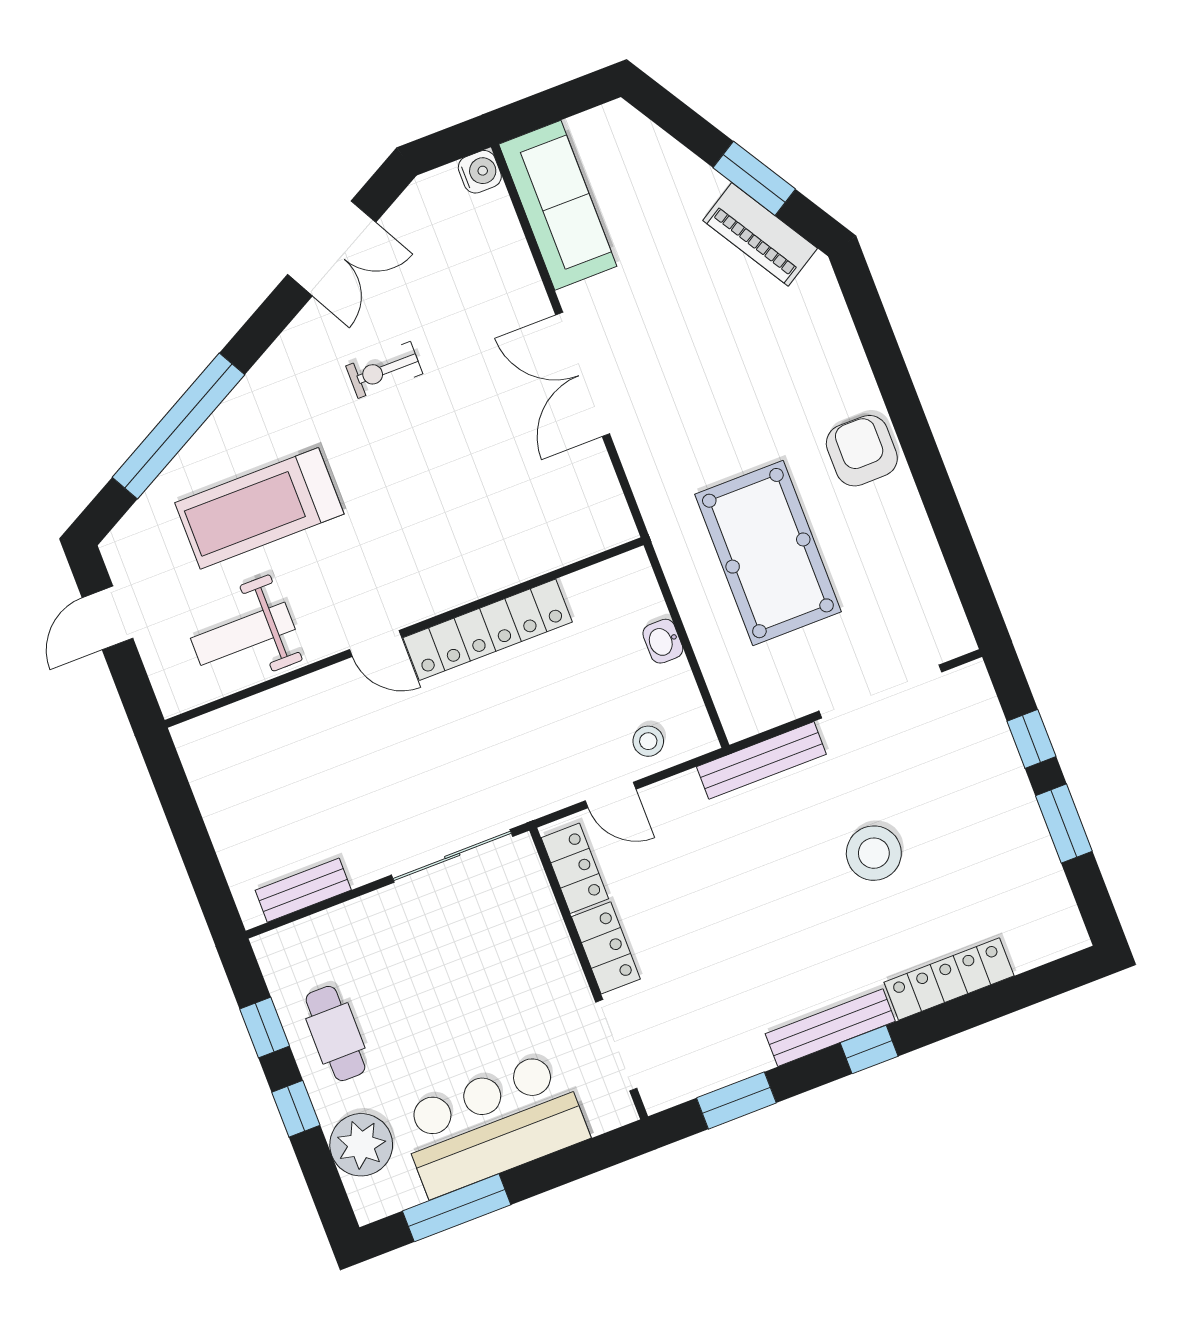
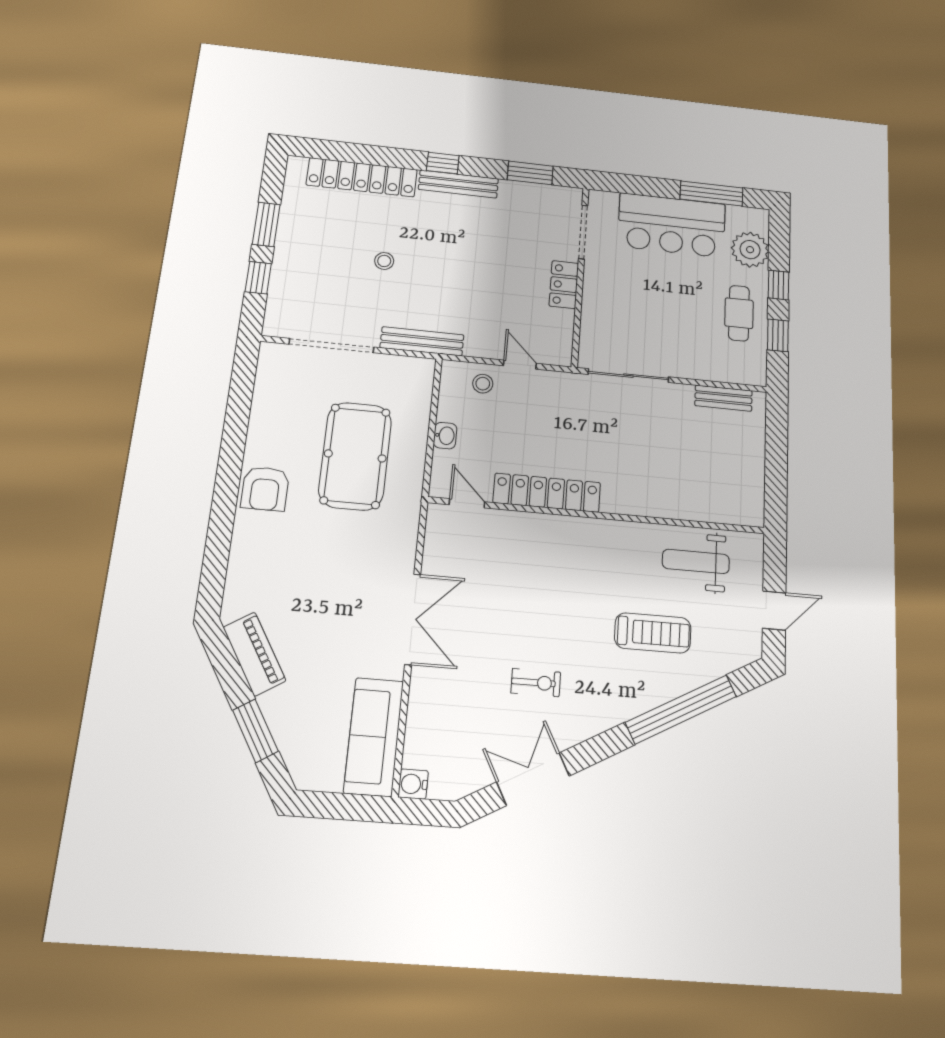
window: (754, 178) -> (255, 731), moved
treadmill: (259, 508) -> (653, 633), width x0.73, depth x0.73
weight bench: (243, 634) -> (696, 561), turned 180
door: (376, 643) -> (467, 503), moved
stool: (874, 853) -> (384, 261), width x0.53, depth x0.53
locker: (575, 868) -> (561, 335), removed
locker: (949, 979) -> (362, 177), width x1.41, depth x1.21

